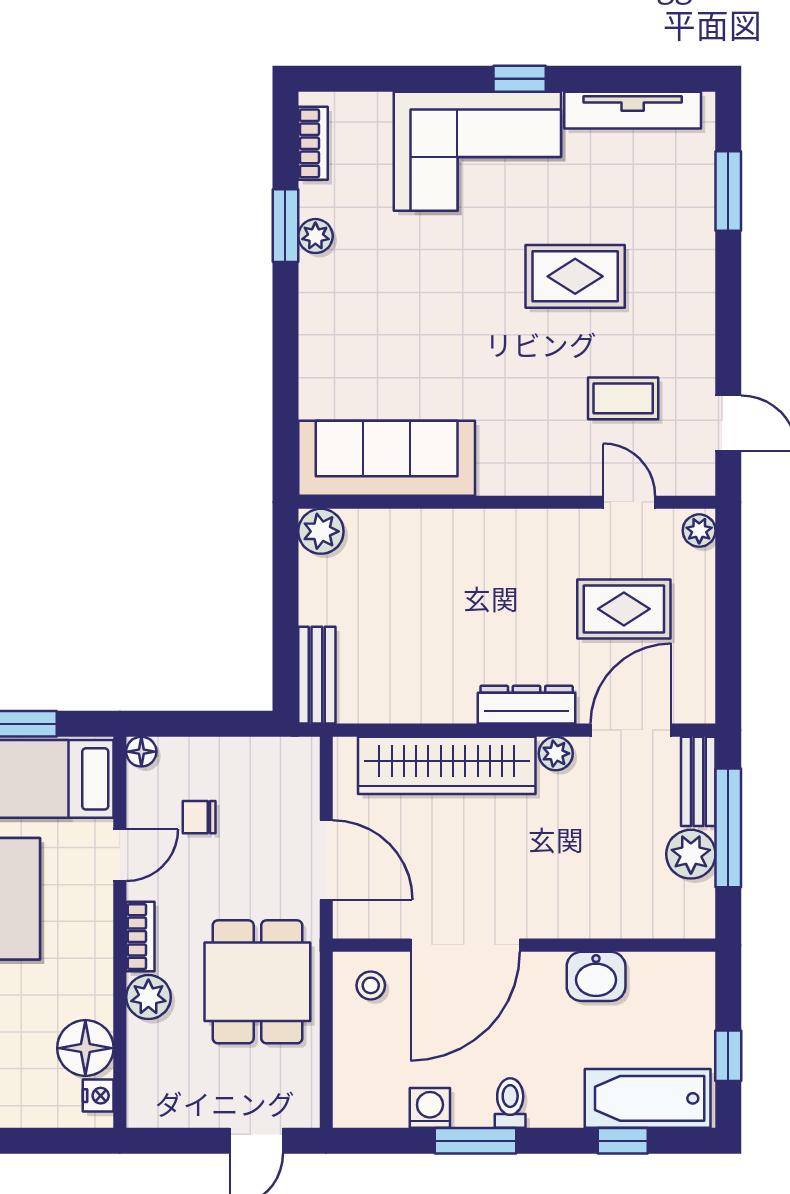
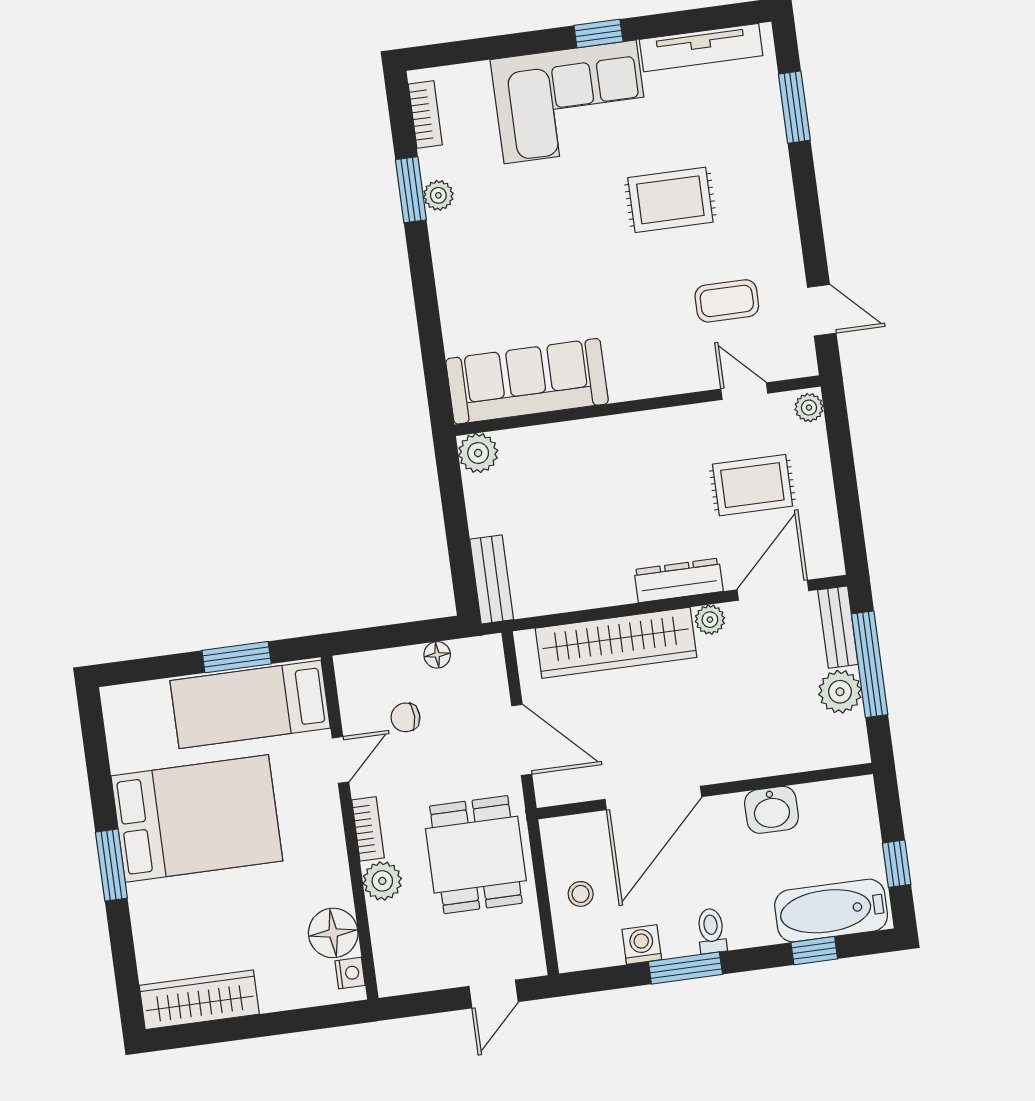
floor lamp: (141, 752) -> (437, 655), moved
stool: (371, 985) -> (581, 894), moved

